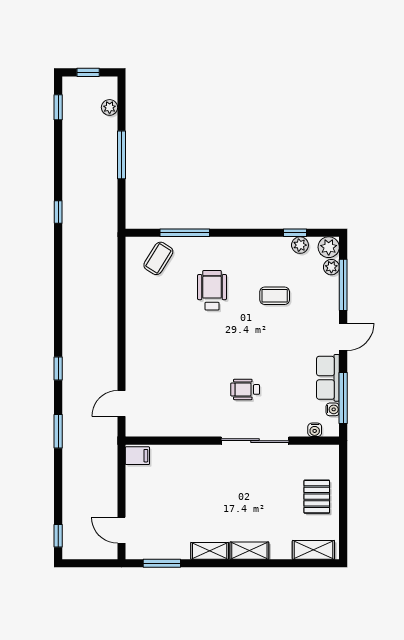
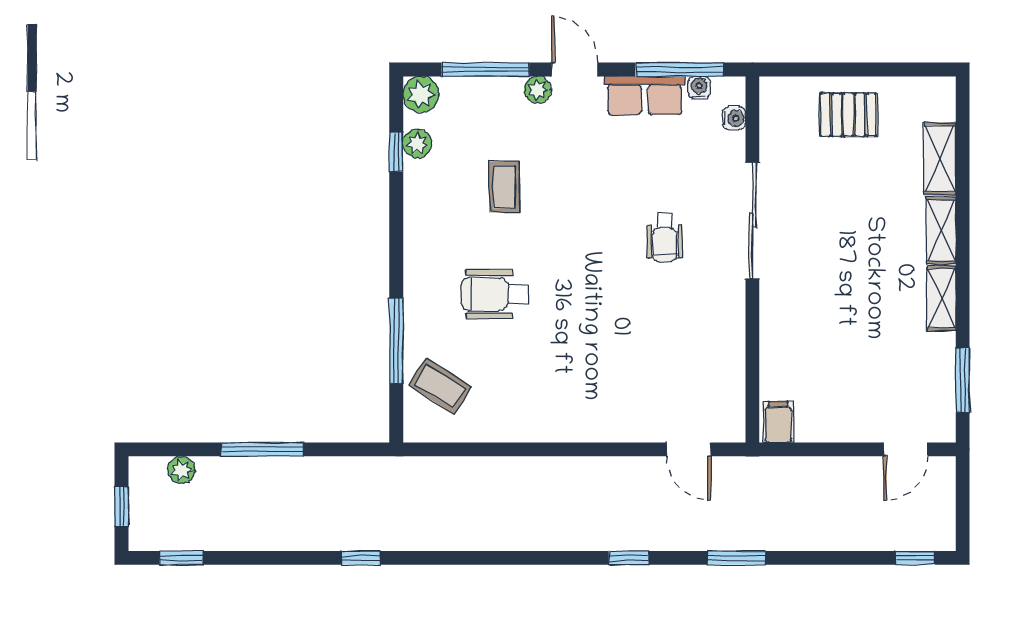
plant: (331, 267) -> (538, 90), moved
shelving: (313, 550) -> (940, 159), moved

